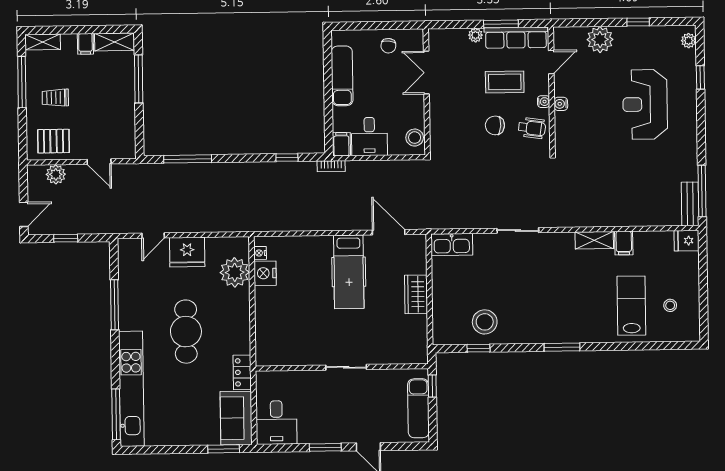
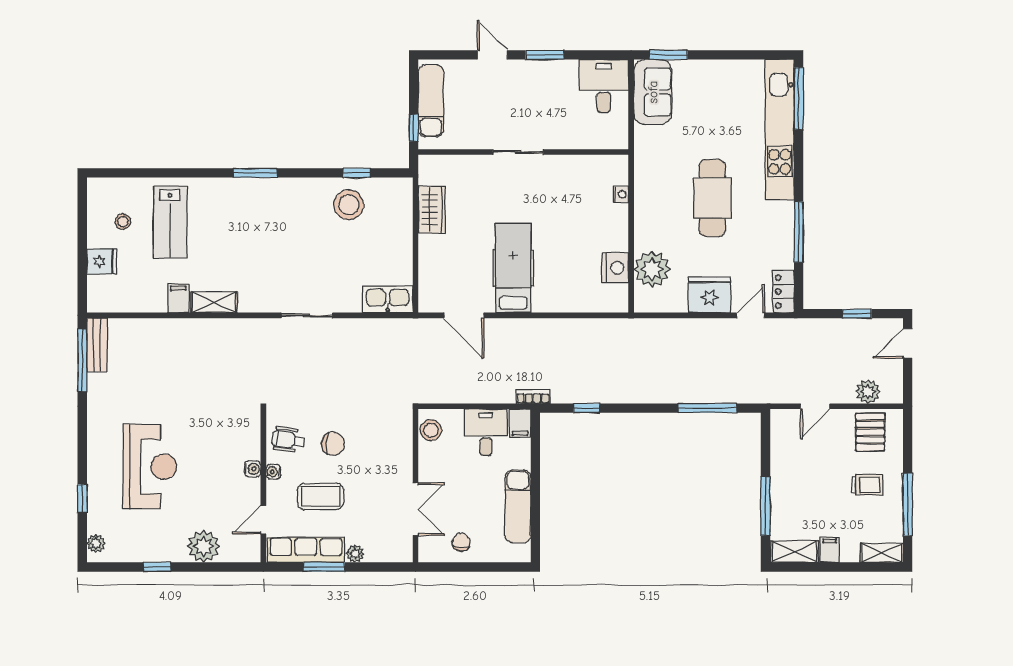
pallet: (53, 141) -> (870, 432), turned 90
door: (99, 162) -> (815, 406), swing flipped
fridge: (687, 241) -> (102, 262), moved
nightstand: (260, 253) -> (621, 194), moved
wardrobe: (416, 294) -> (432, 210), moved
locker: (242, 372) -> (783, 292), moved, turned 180

